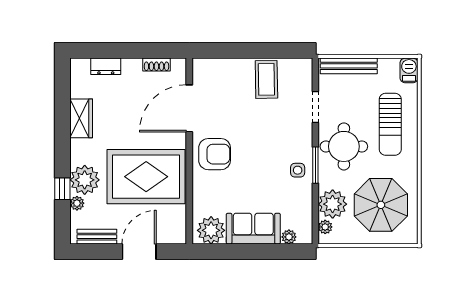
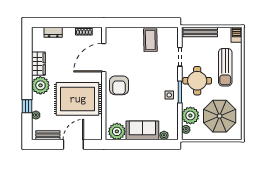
armchair: (215, 154) -> (119, 85), turned 90
plant: (85, 180) -> (40, 85), moved

